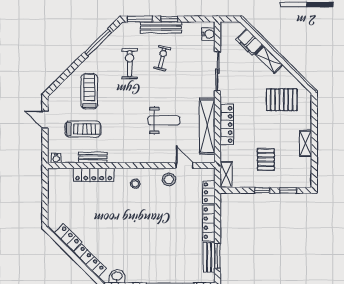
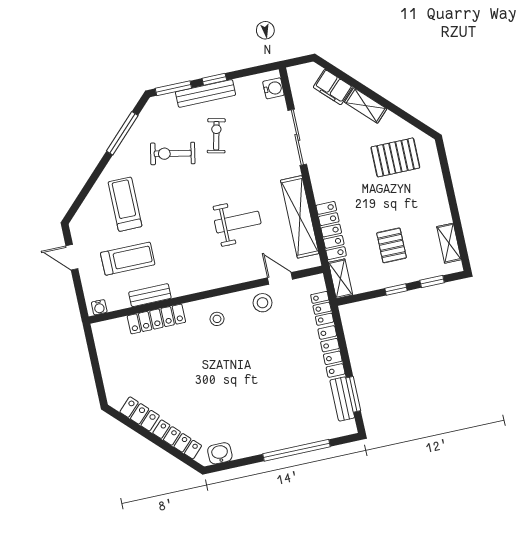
exercise bike: (130, 64) -> (173, 153), turned -79
locker: (227, 124) -> (331, 231), moved
shelving: (306, 143) -> (449, 243), moved

